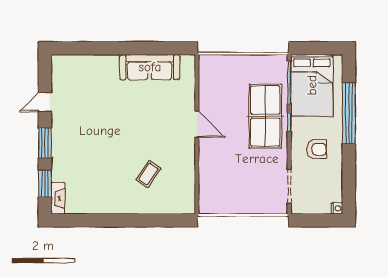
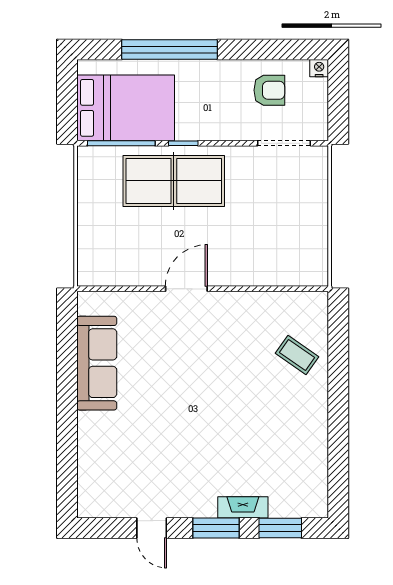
armchair: (317, 149) -> (269, 90), moved, turned 90
coffee table: (148, 174) -> (297, 355), moved
fireplace: (58, 198) -> (243, 507), moved

